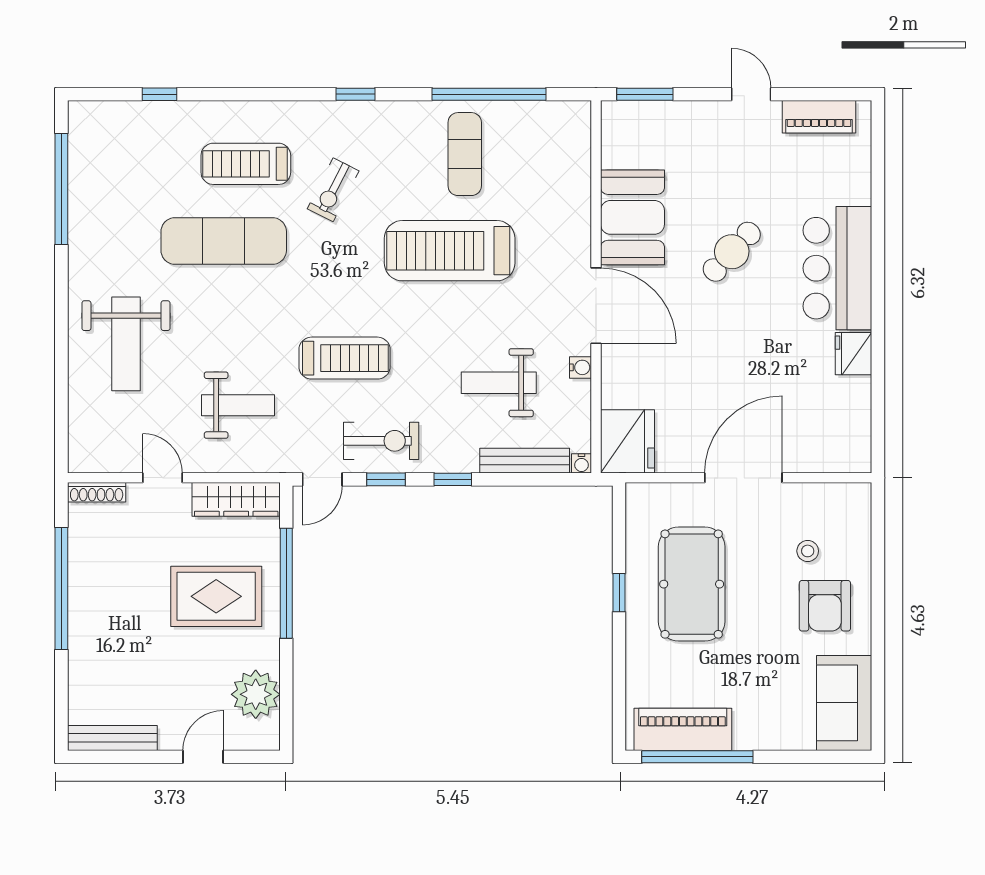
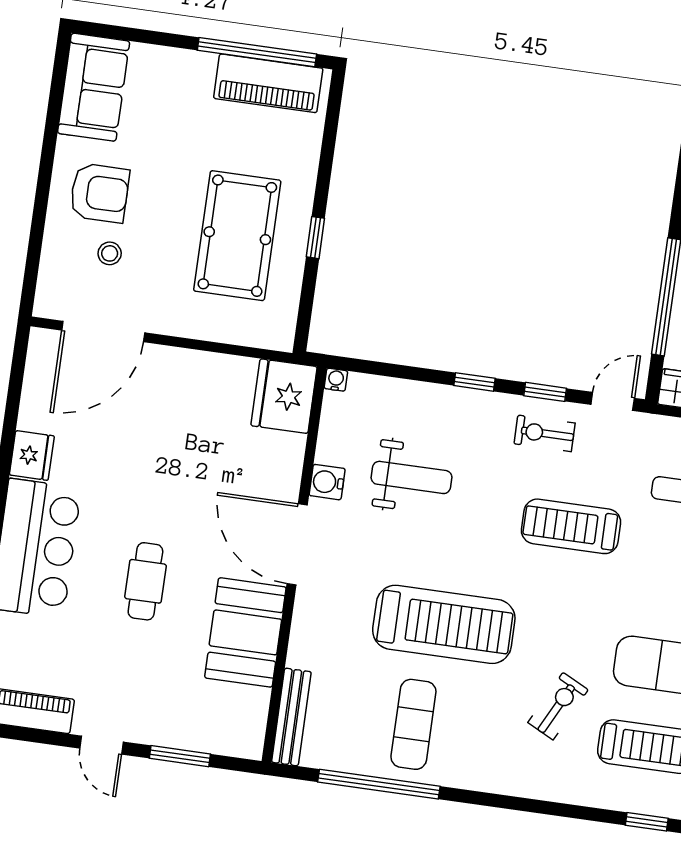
window: (356, 94) -> (647, 822), moved
window: (645, 94) -> (180, 756), moved
cafe table: (732, 252) -> (145, 581), turned -43
water cooler: (580, 367) -> (327, 482), width x1.38, depth x1.38
exercise bike: (381, 441) -> (545, 433), width x0.73, depth x0.72
bench: (525, 461) -> (291, 717), moved, turned 90
door: (743, 478) -> (103, 331), moved
armchair: (825, 606) -> (100, 193), turned 90

